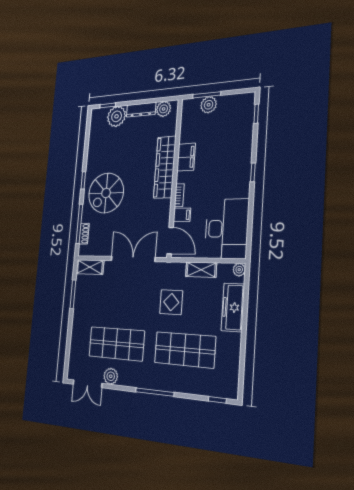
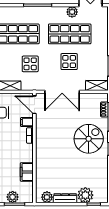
filing cabinet: (186, 157) -> (27, 172), moved
wardrobe: (165, 167) -> (43, 155), removed
display table: (120, 303) -> (69, 62), added

